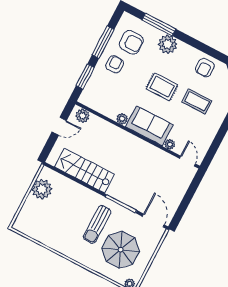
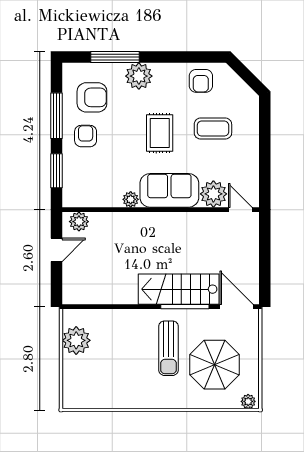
rug: (162, 87) -> (160, 133), turned 90
plant: (170, 144) -> (213, 194), width x1.88, depth x1.88
stairs: (84, 171) -> (179, 289), moved

